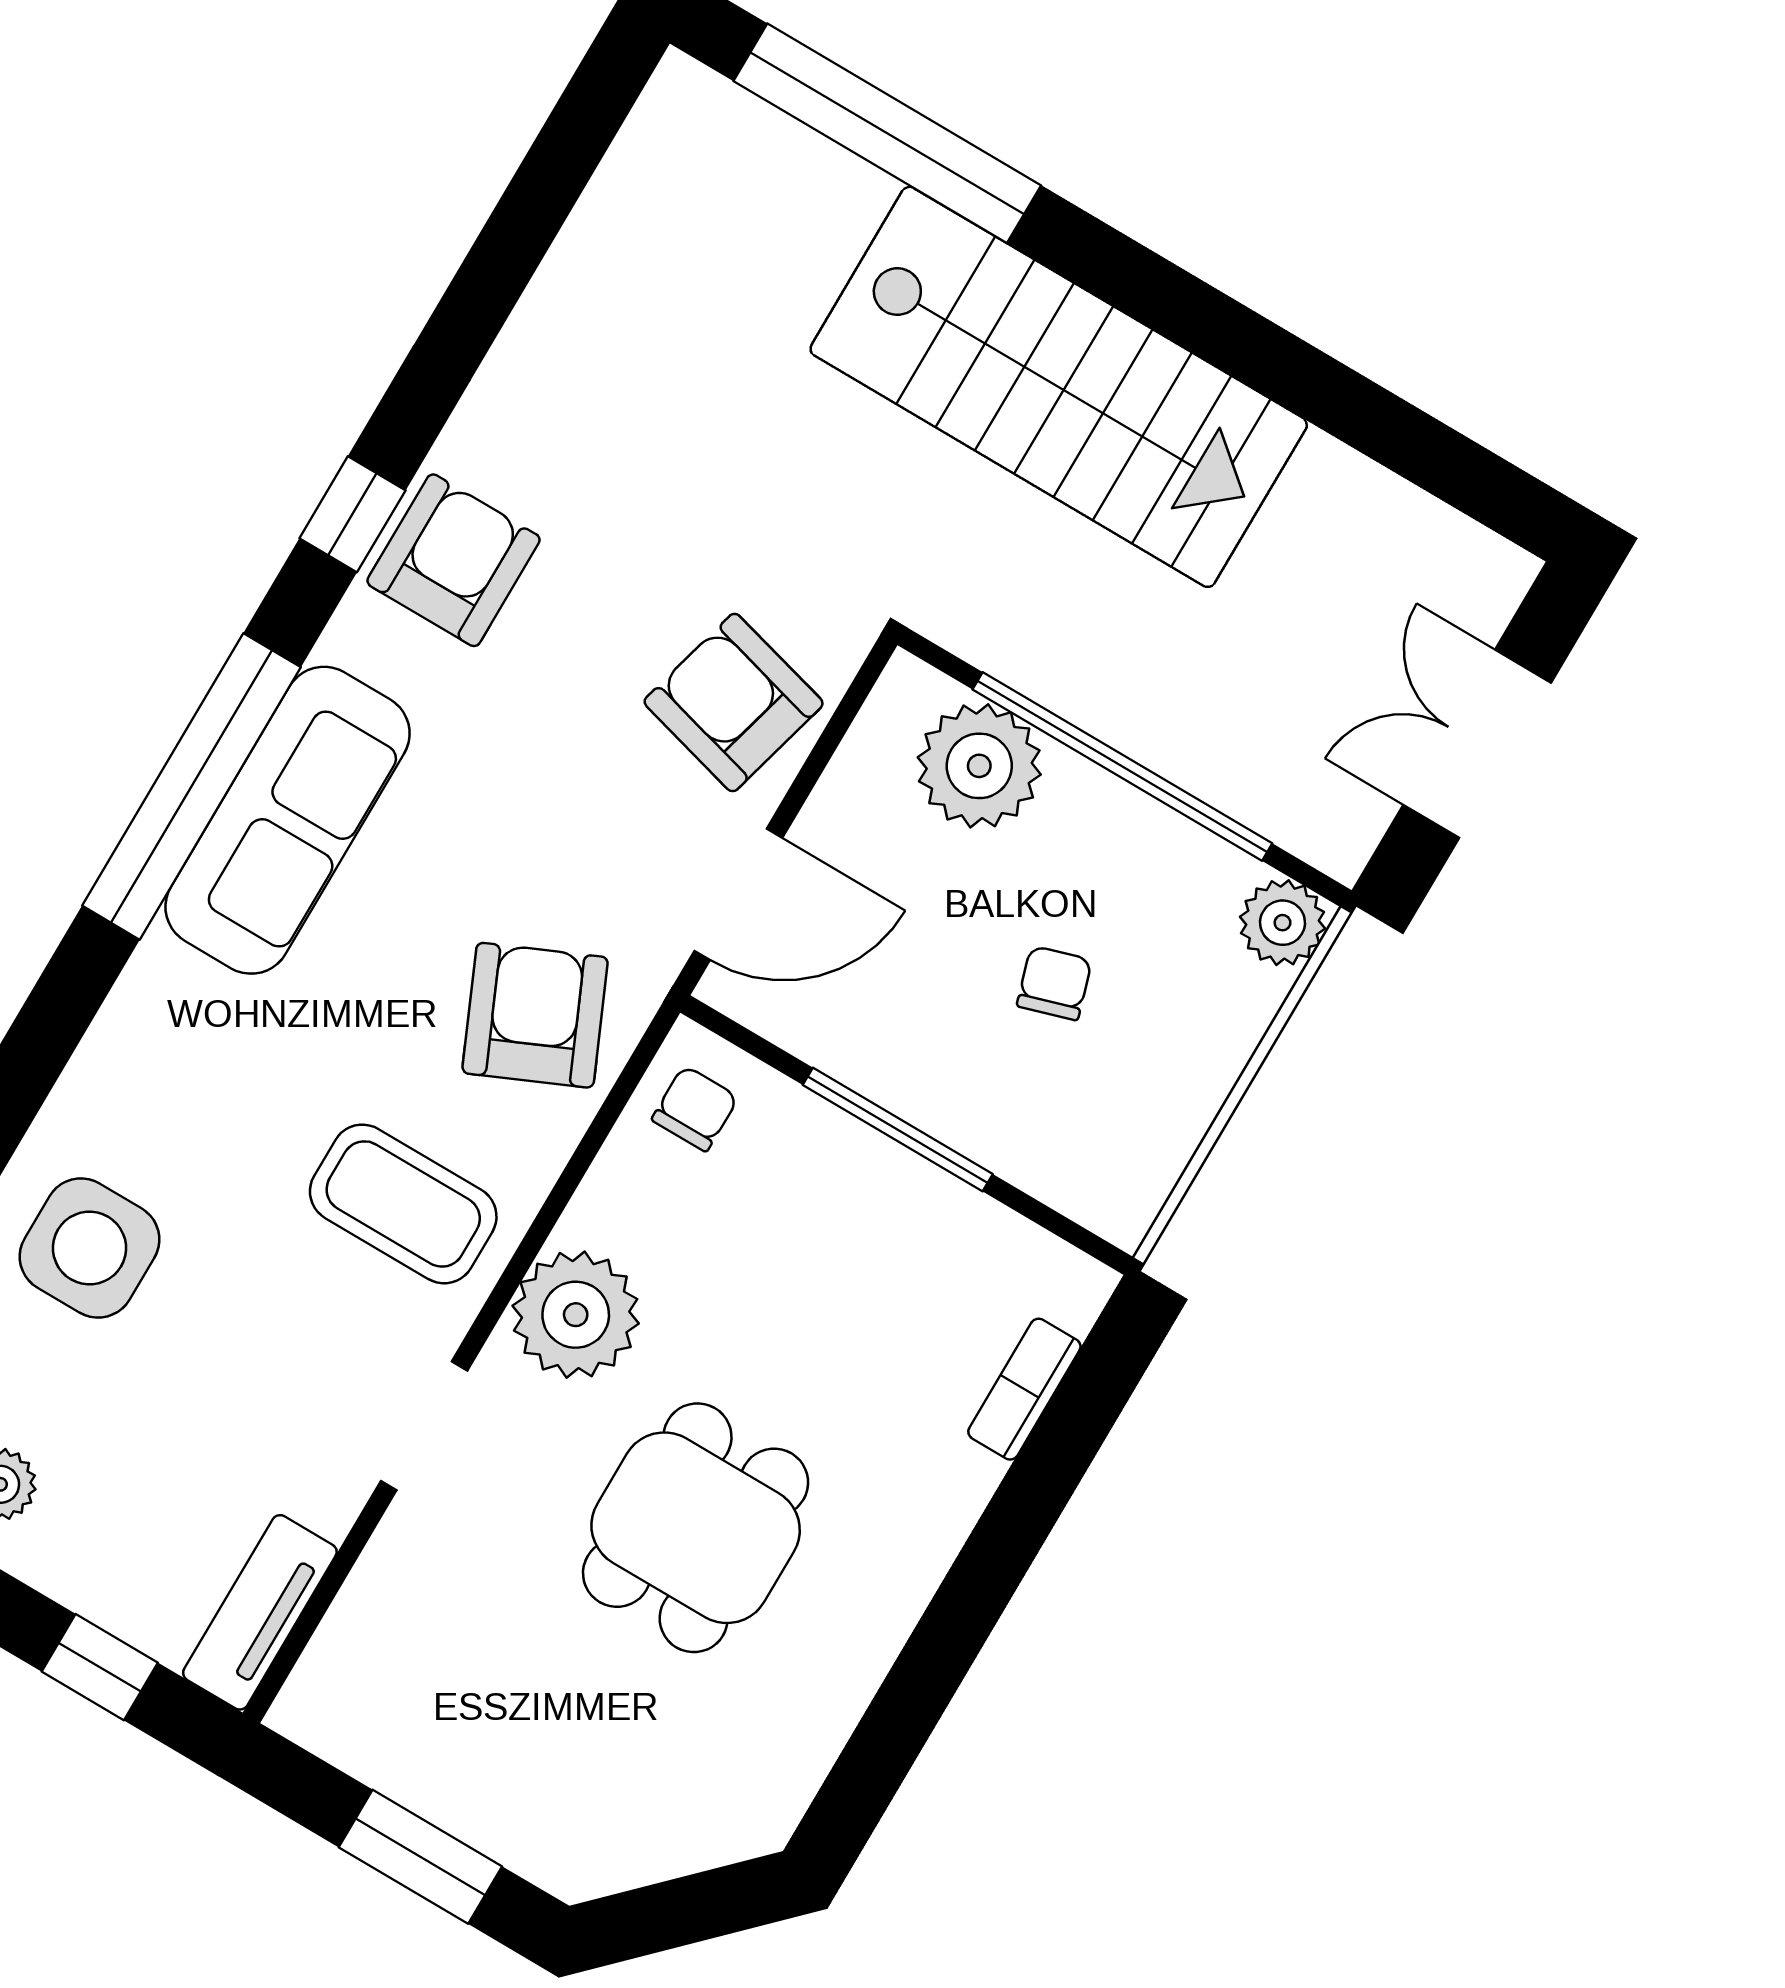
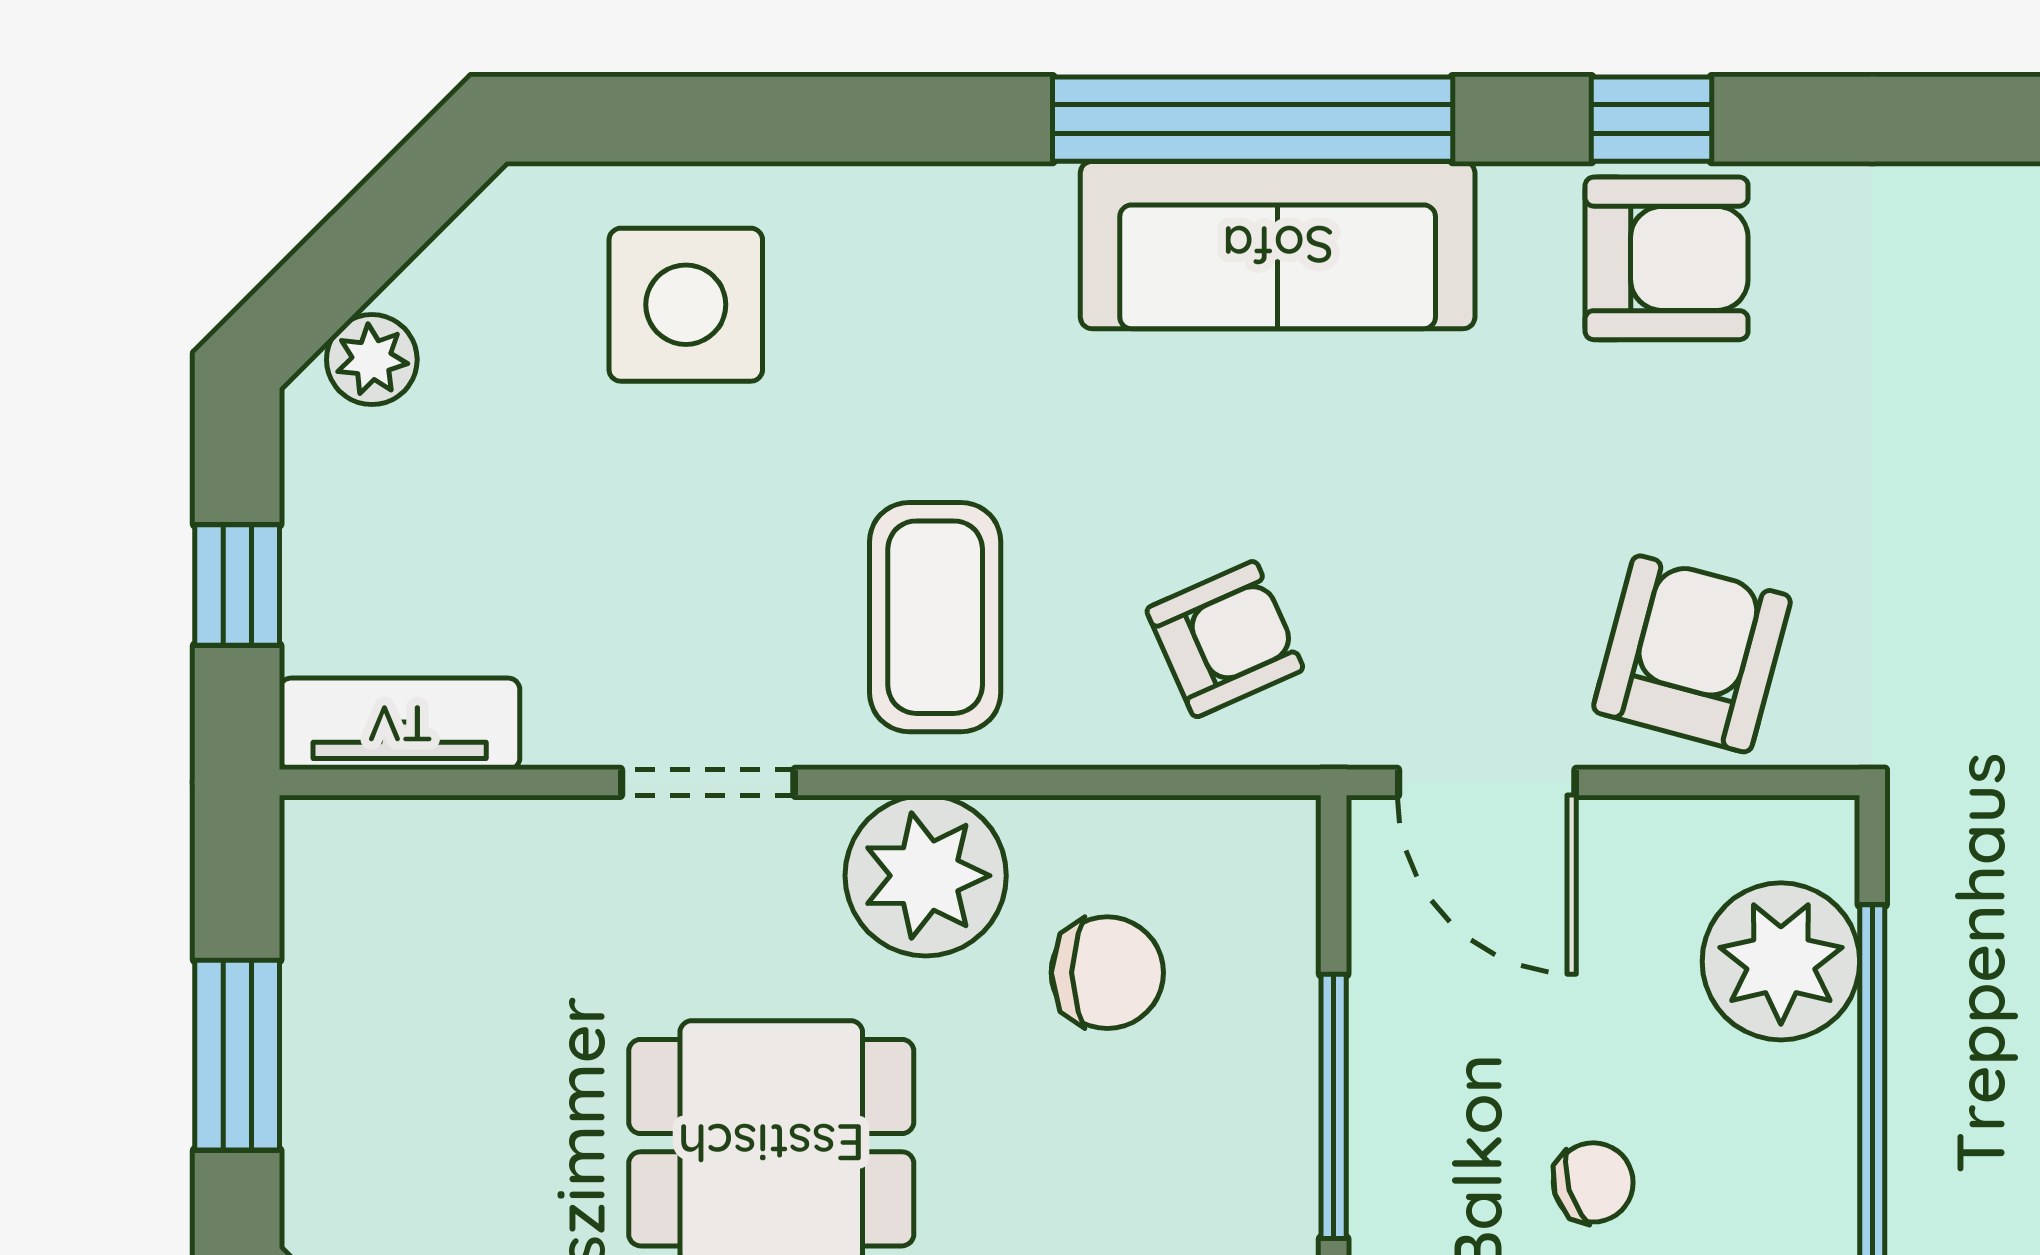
armchair: (535, 1015) -> (1225, 639), width x0.72, depth x0.72
chair: (695, 1108) -> (1107, 973), moved, width x1.37, depth x1.37

